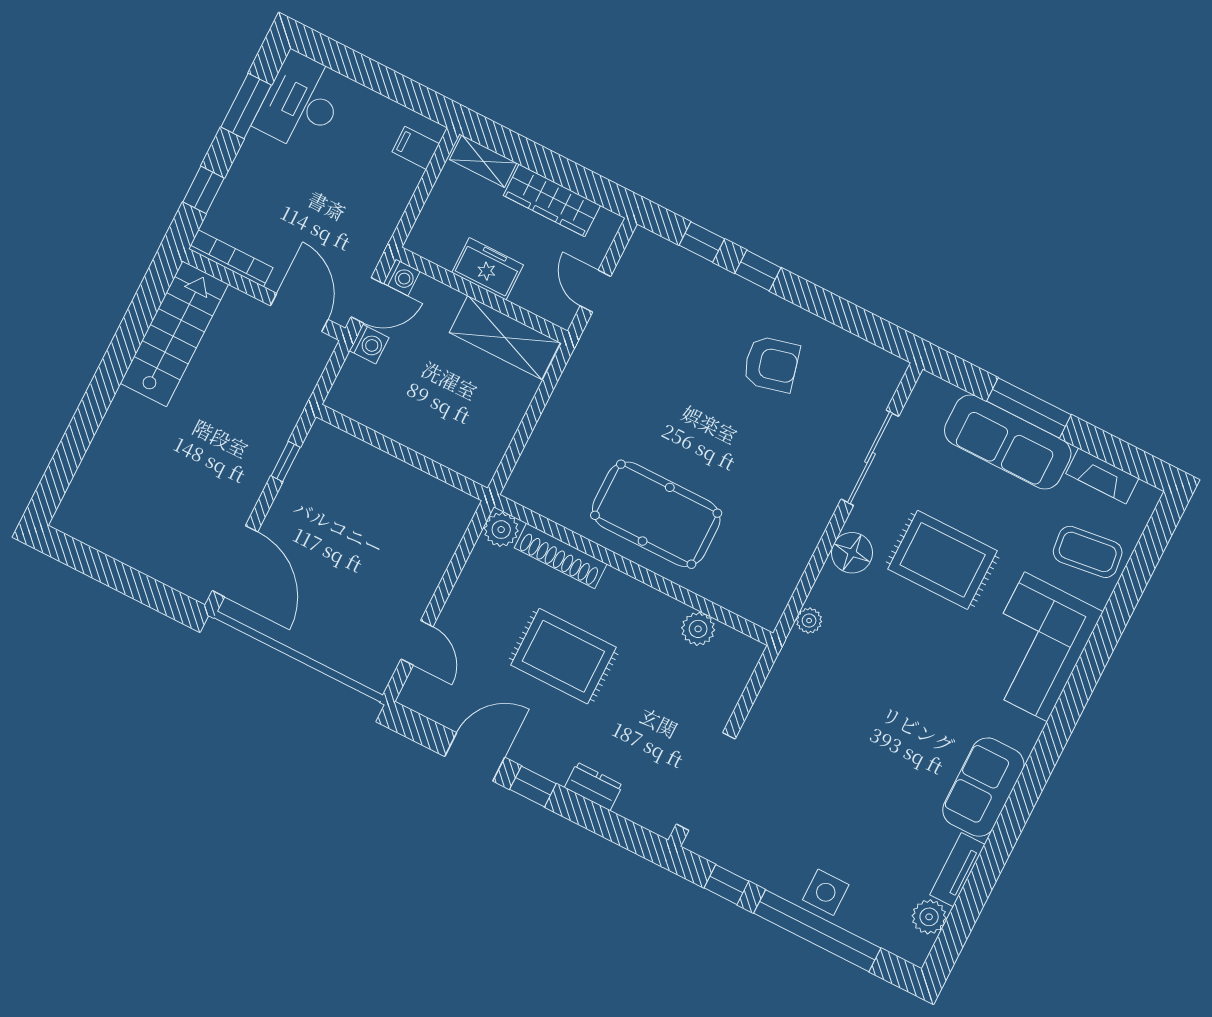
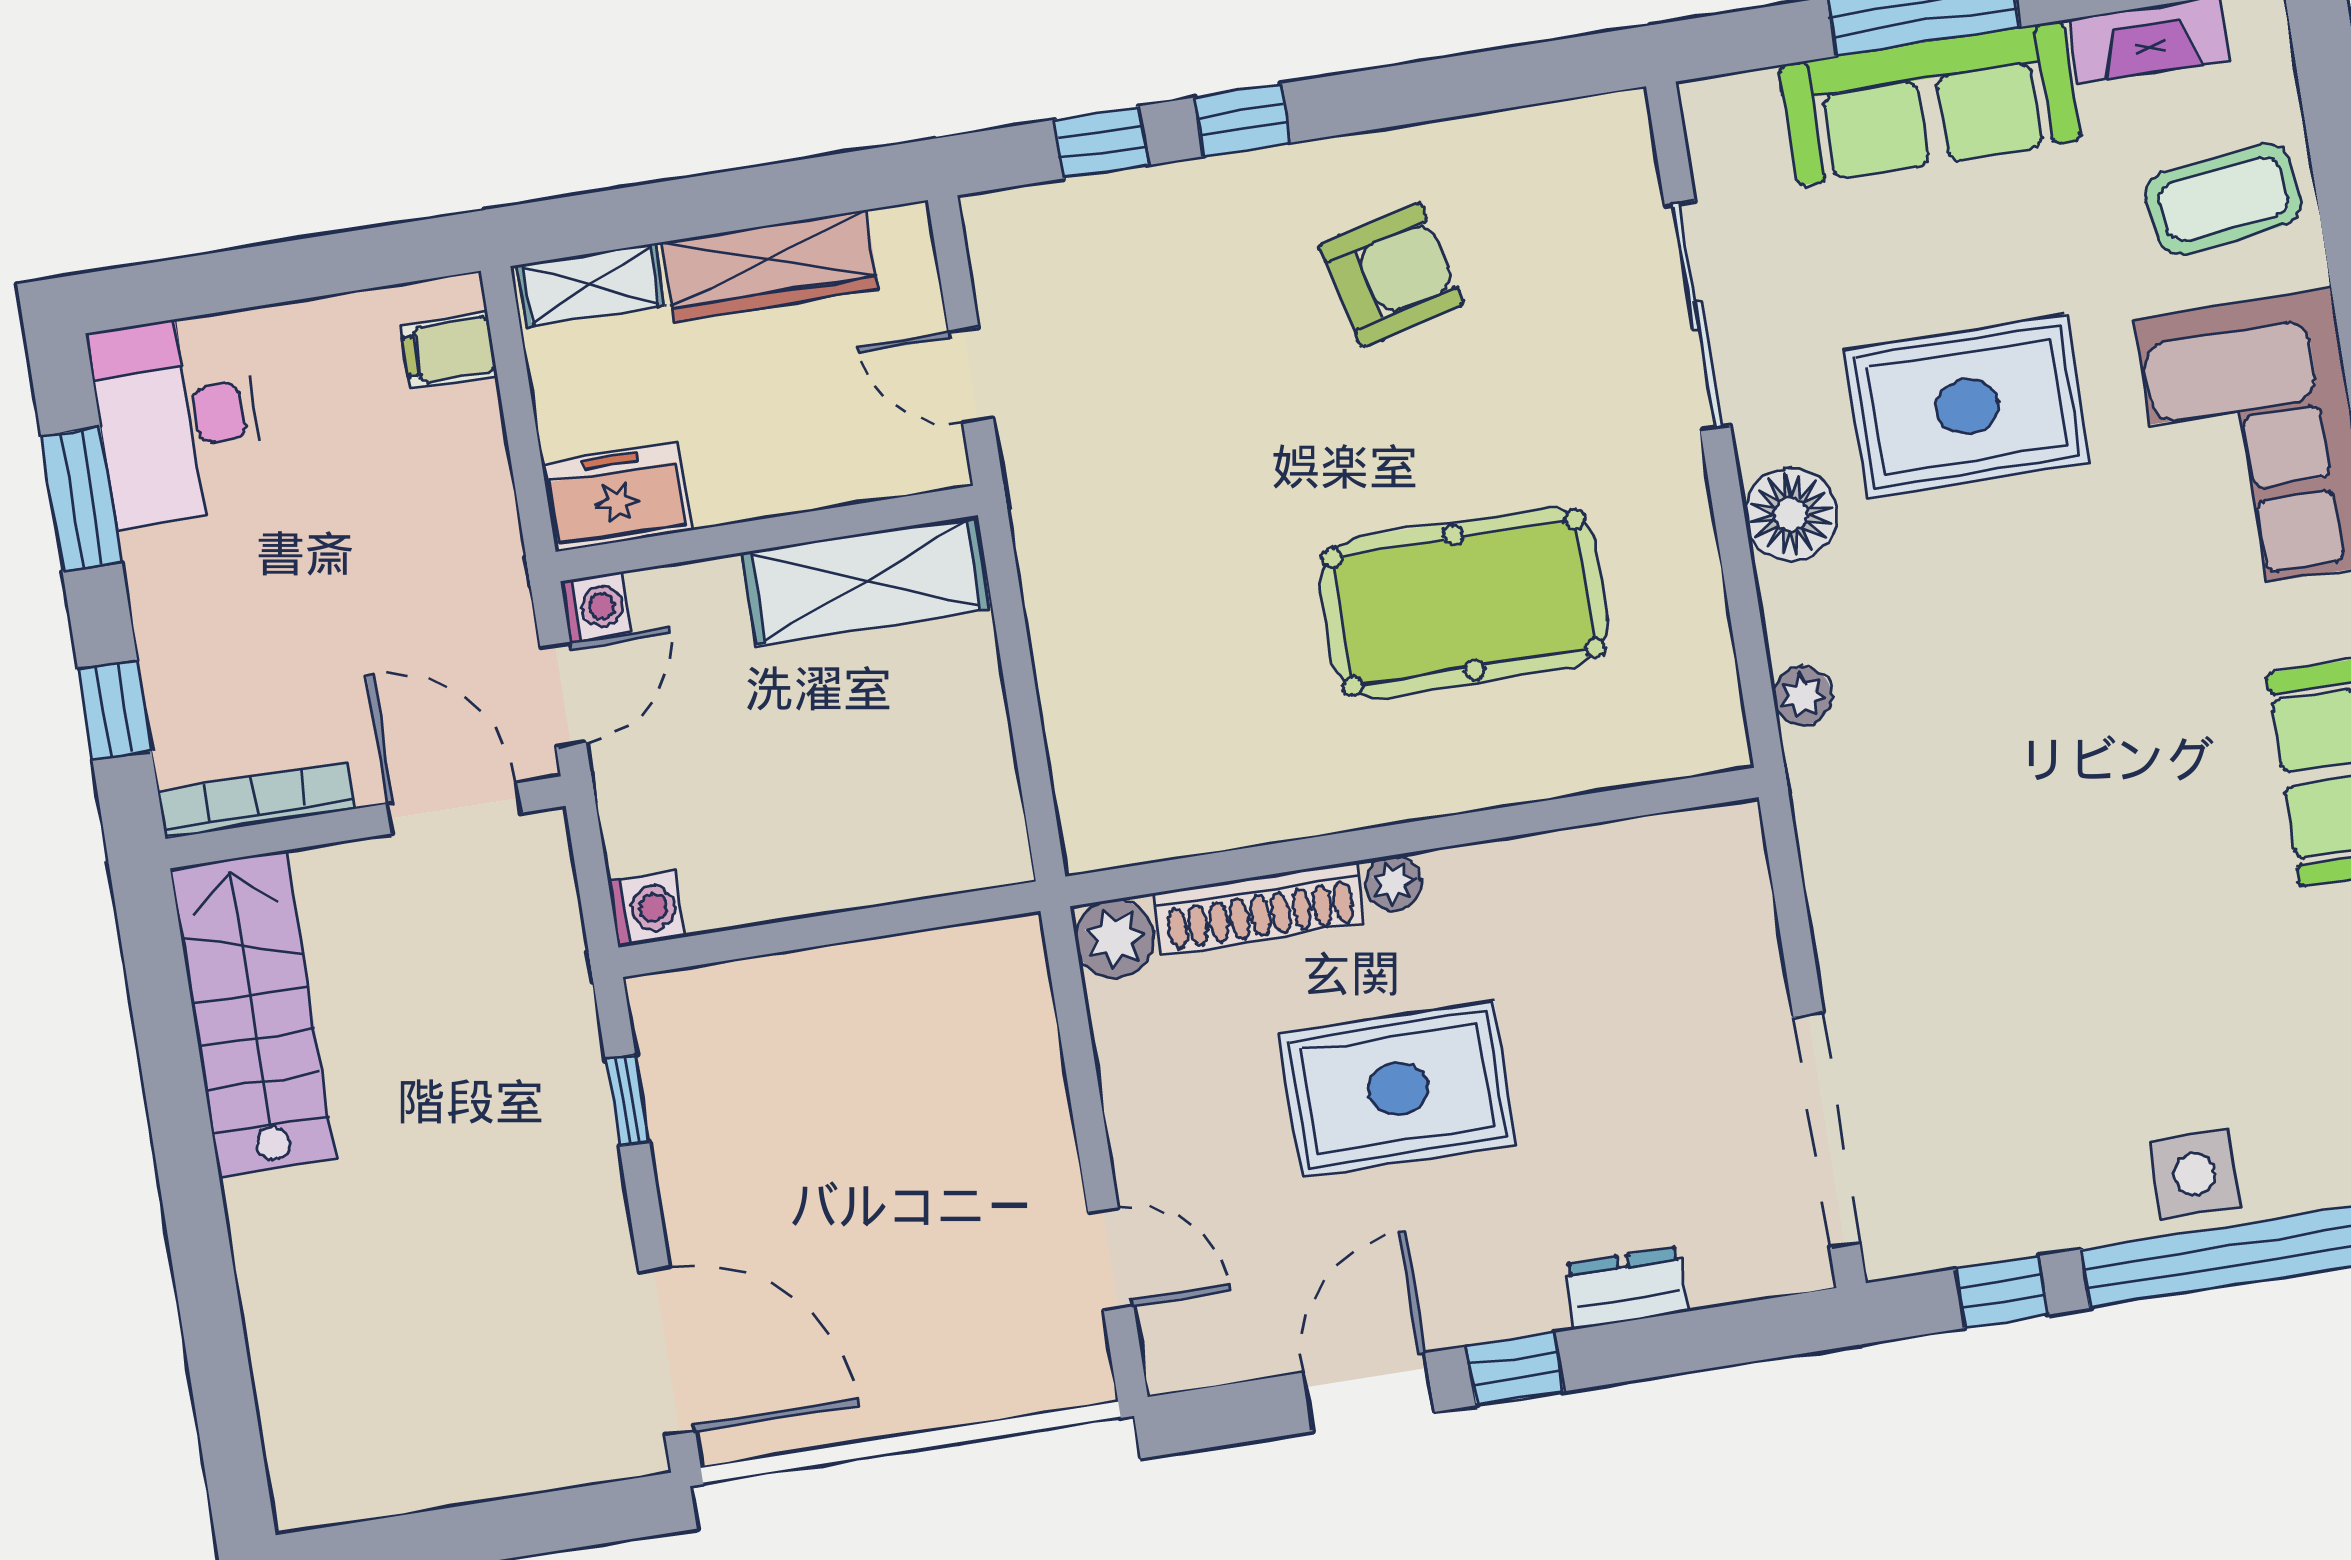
freezer: (488, 269) -> (617, 497), moved
washing machine: (369, 344) -> (646, 909), moved
pool table: (656, 514) -> (1464, 603), moved
plant: (698, 629) -> (1393, 883), moved, width x0.73, depth x0.73

